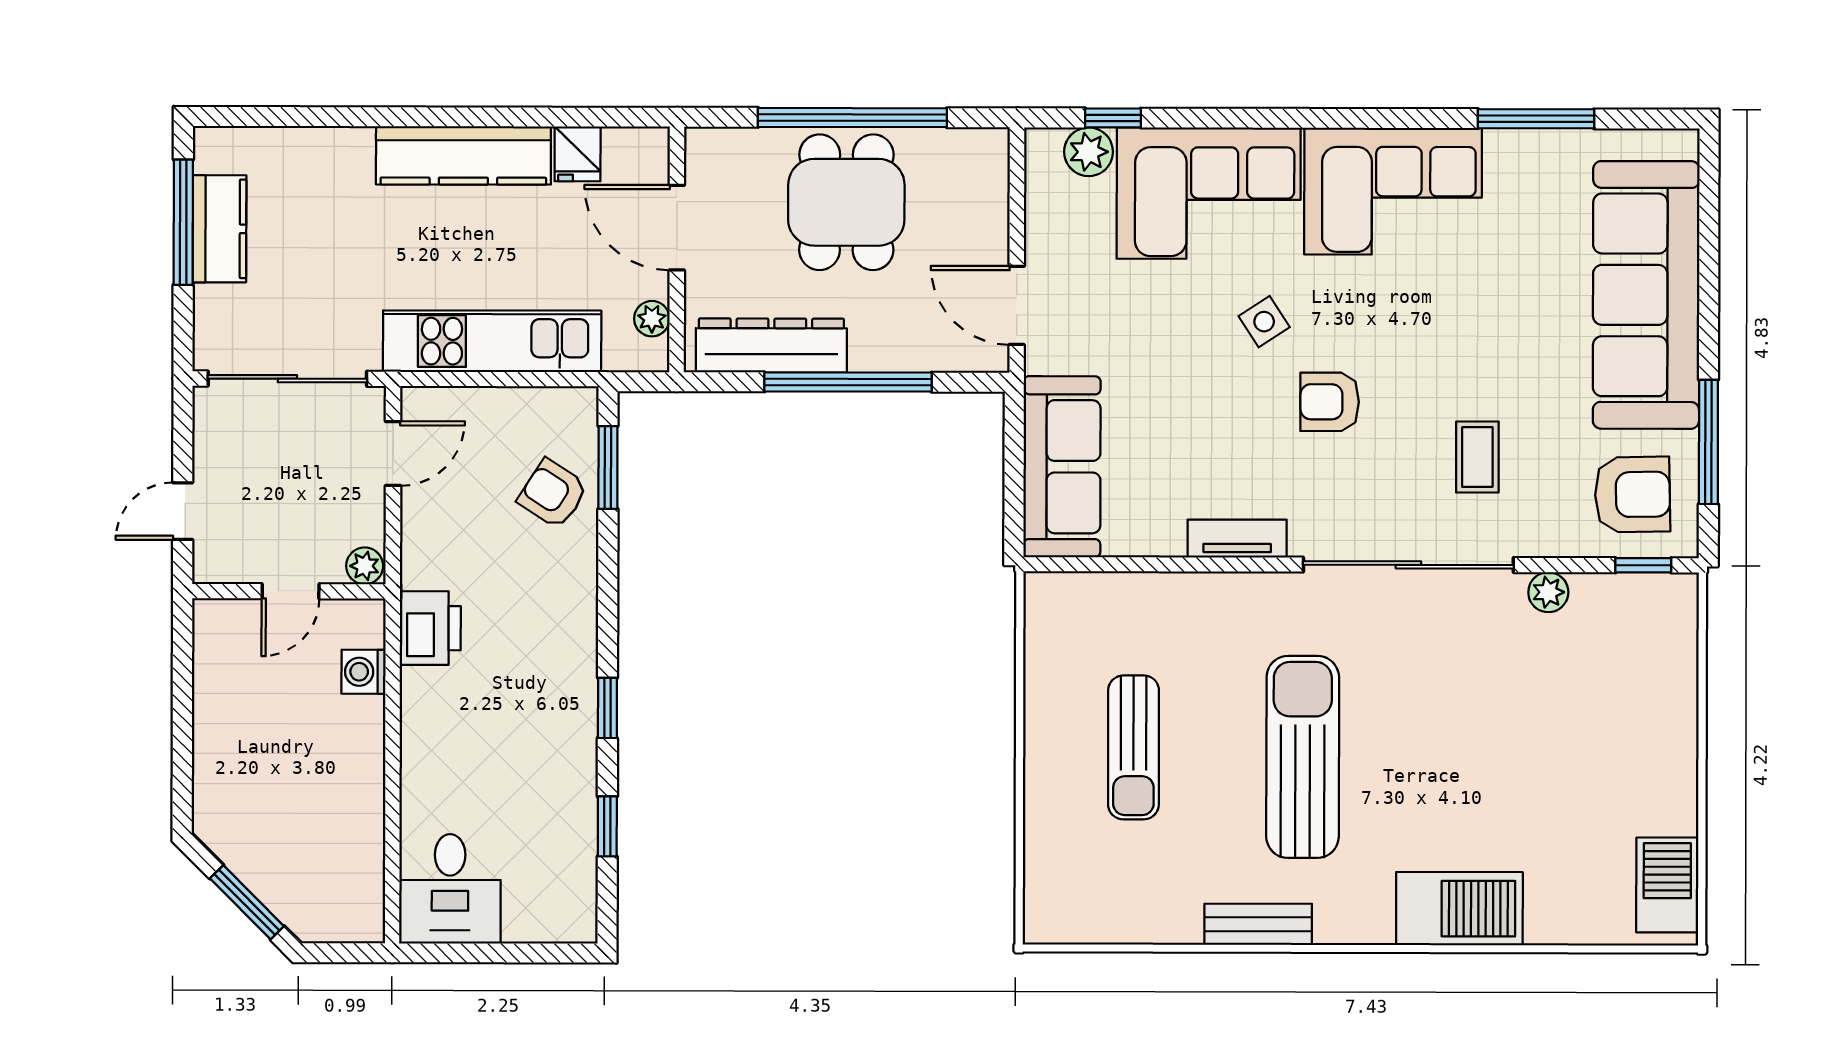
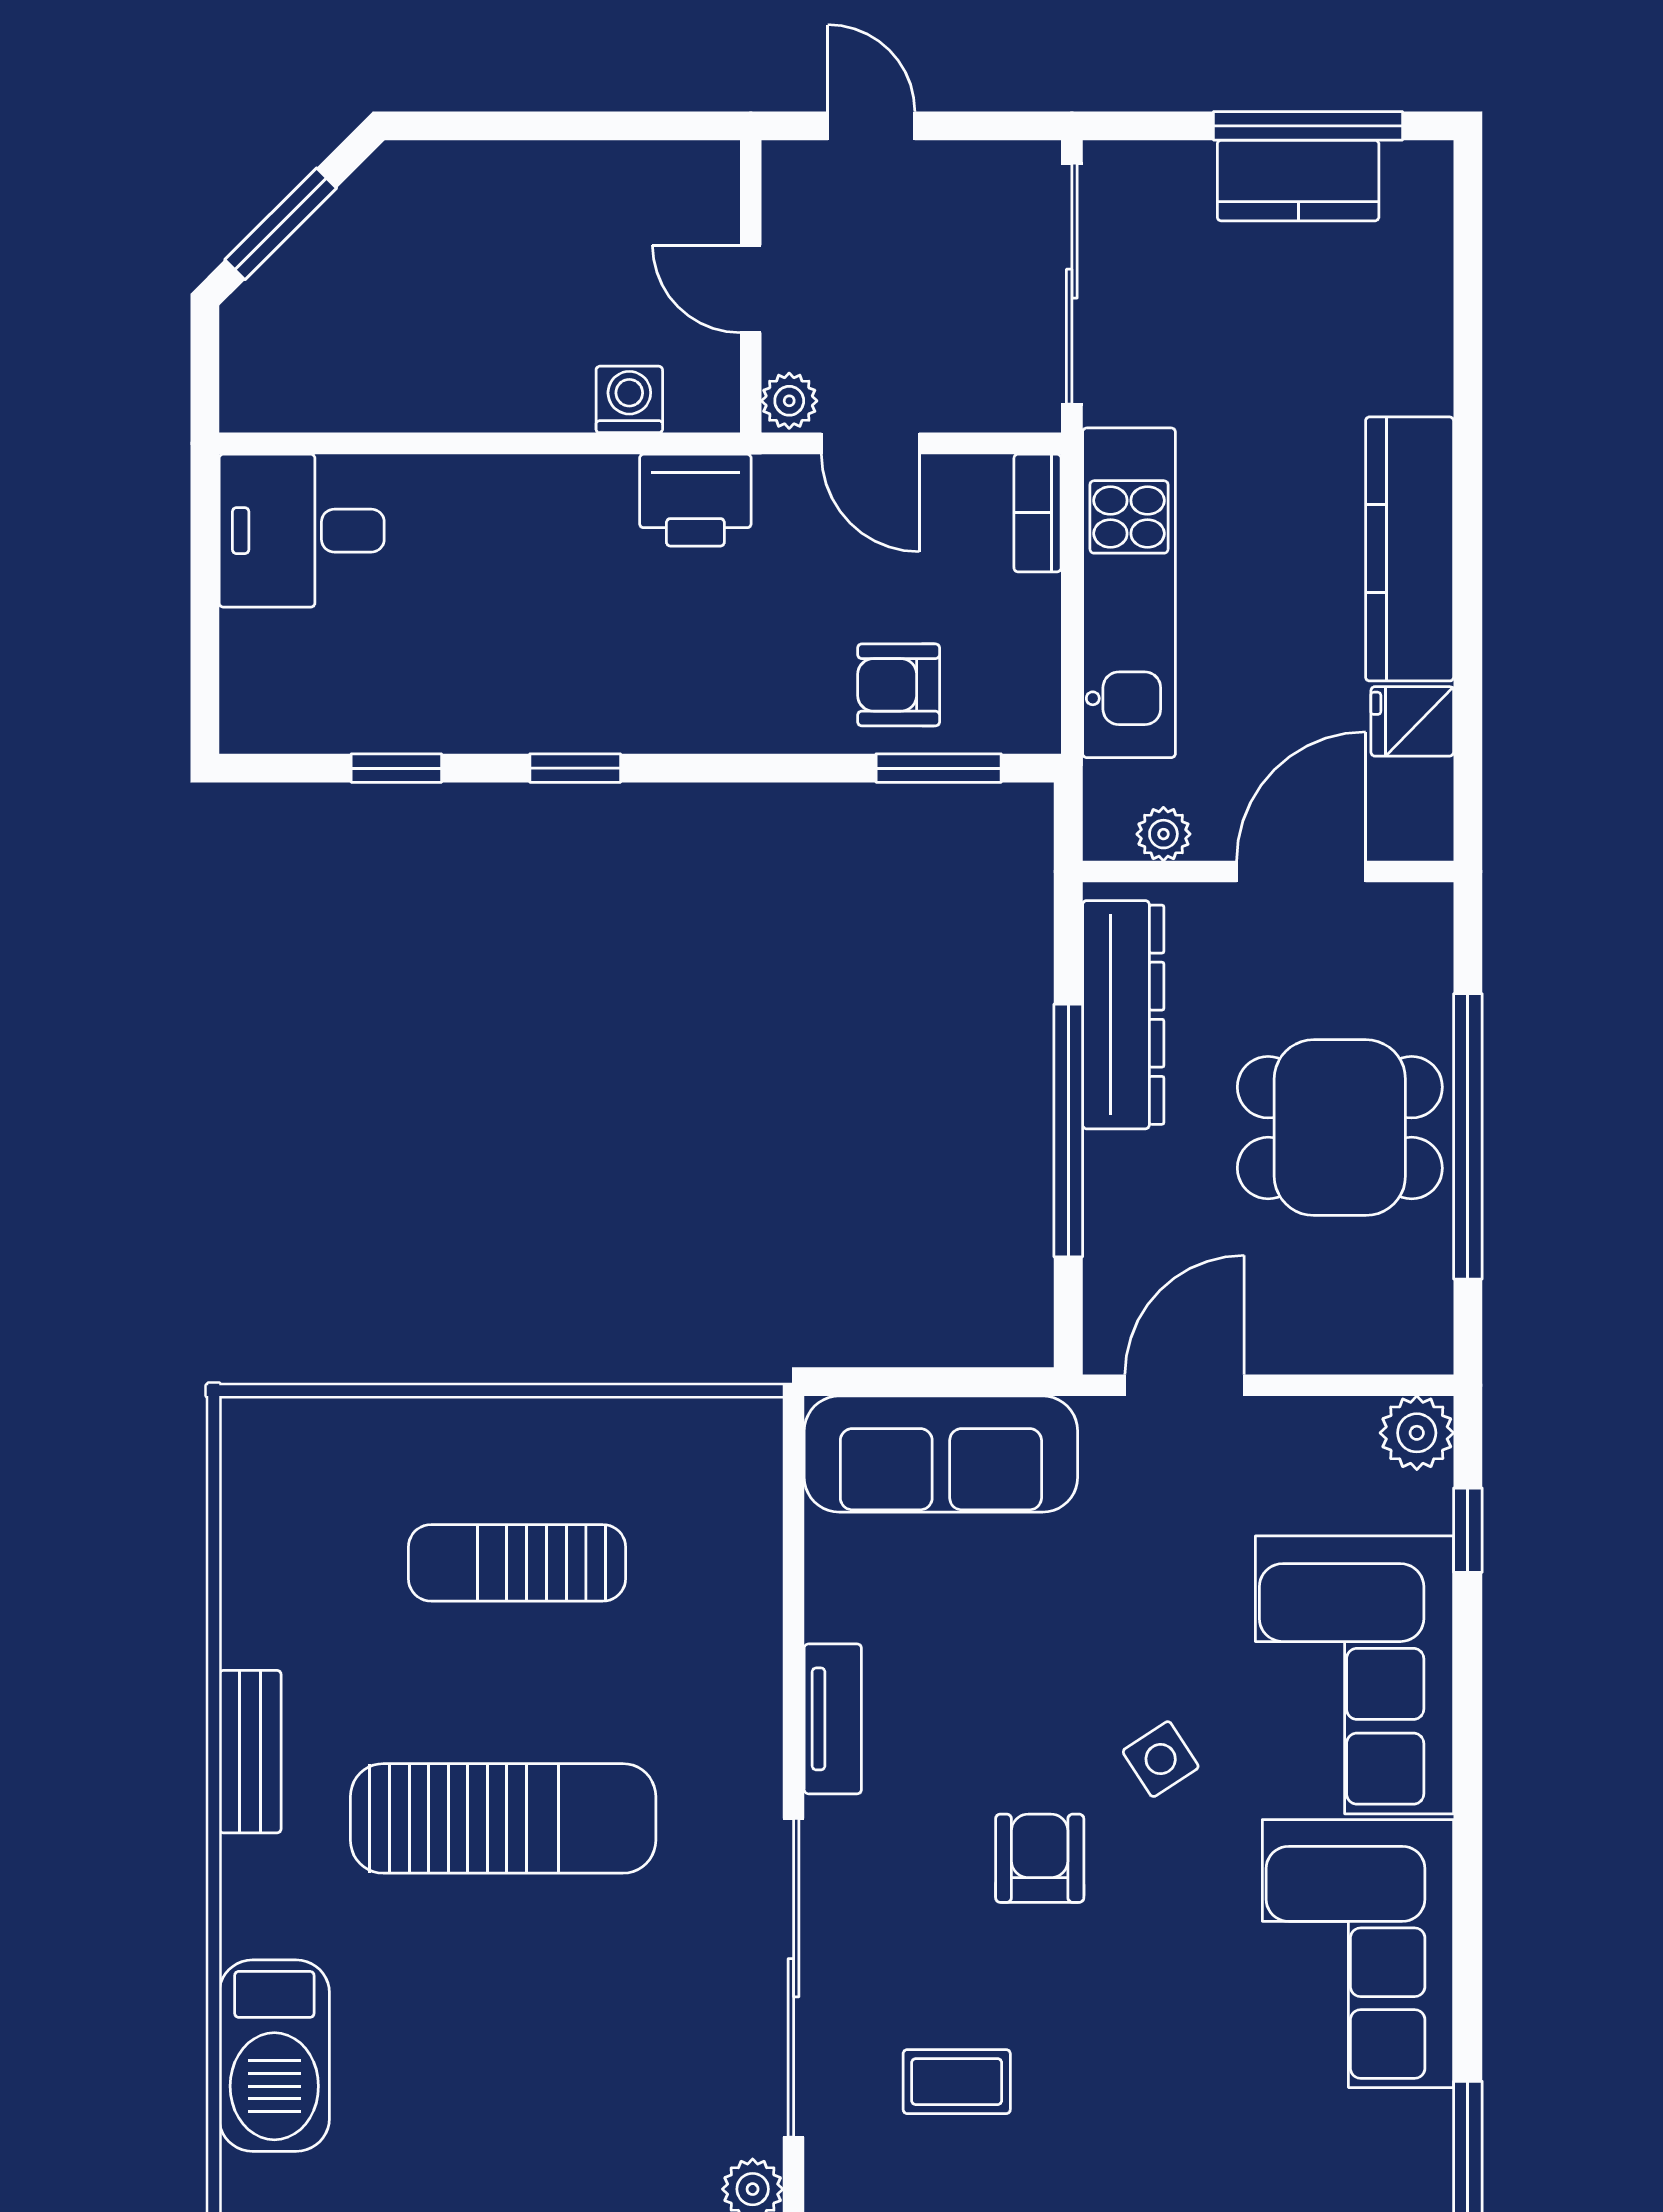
plant: (1089, 152) -> (1417, 1433), moved
bookcase: (439, 402) -> (1038, 513), added
door: (393, 453) -> (870, 443), moved
armchair: (553, 494) -> (899, 685), turned -123

